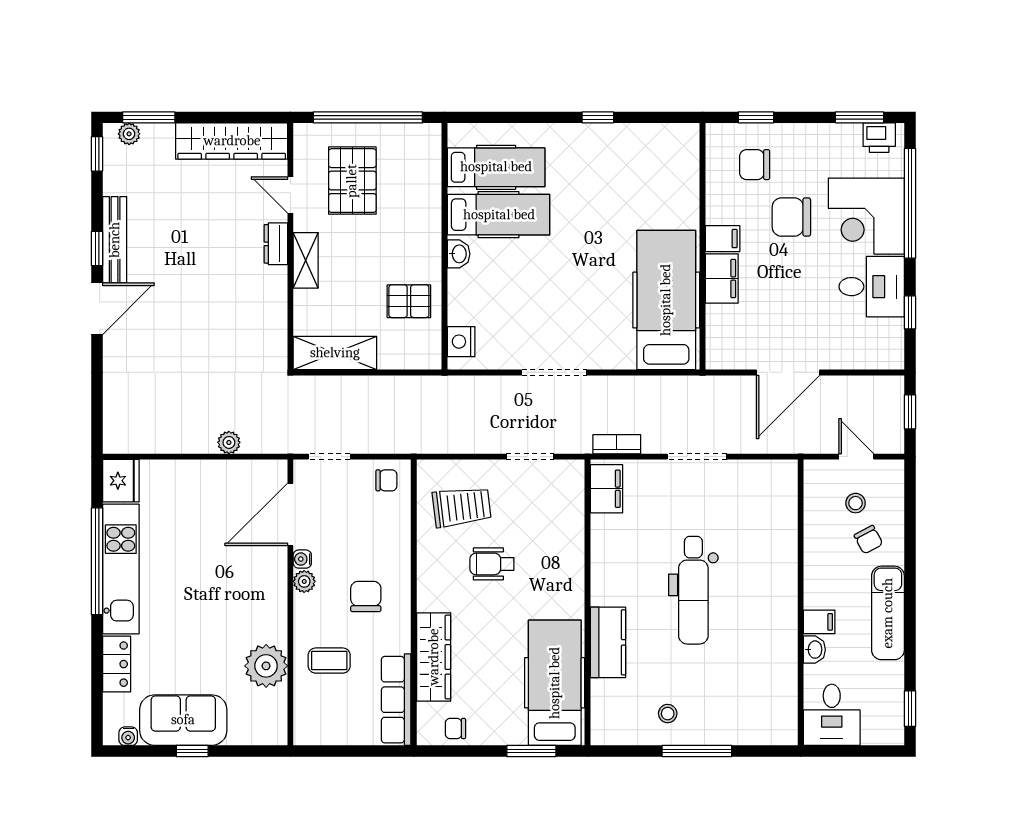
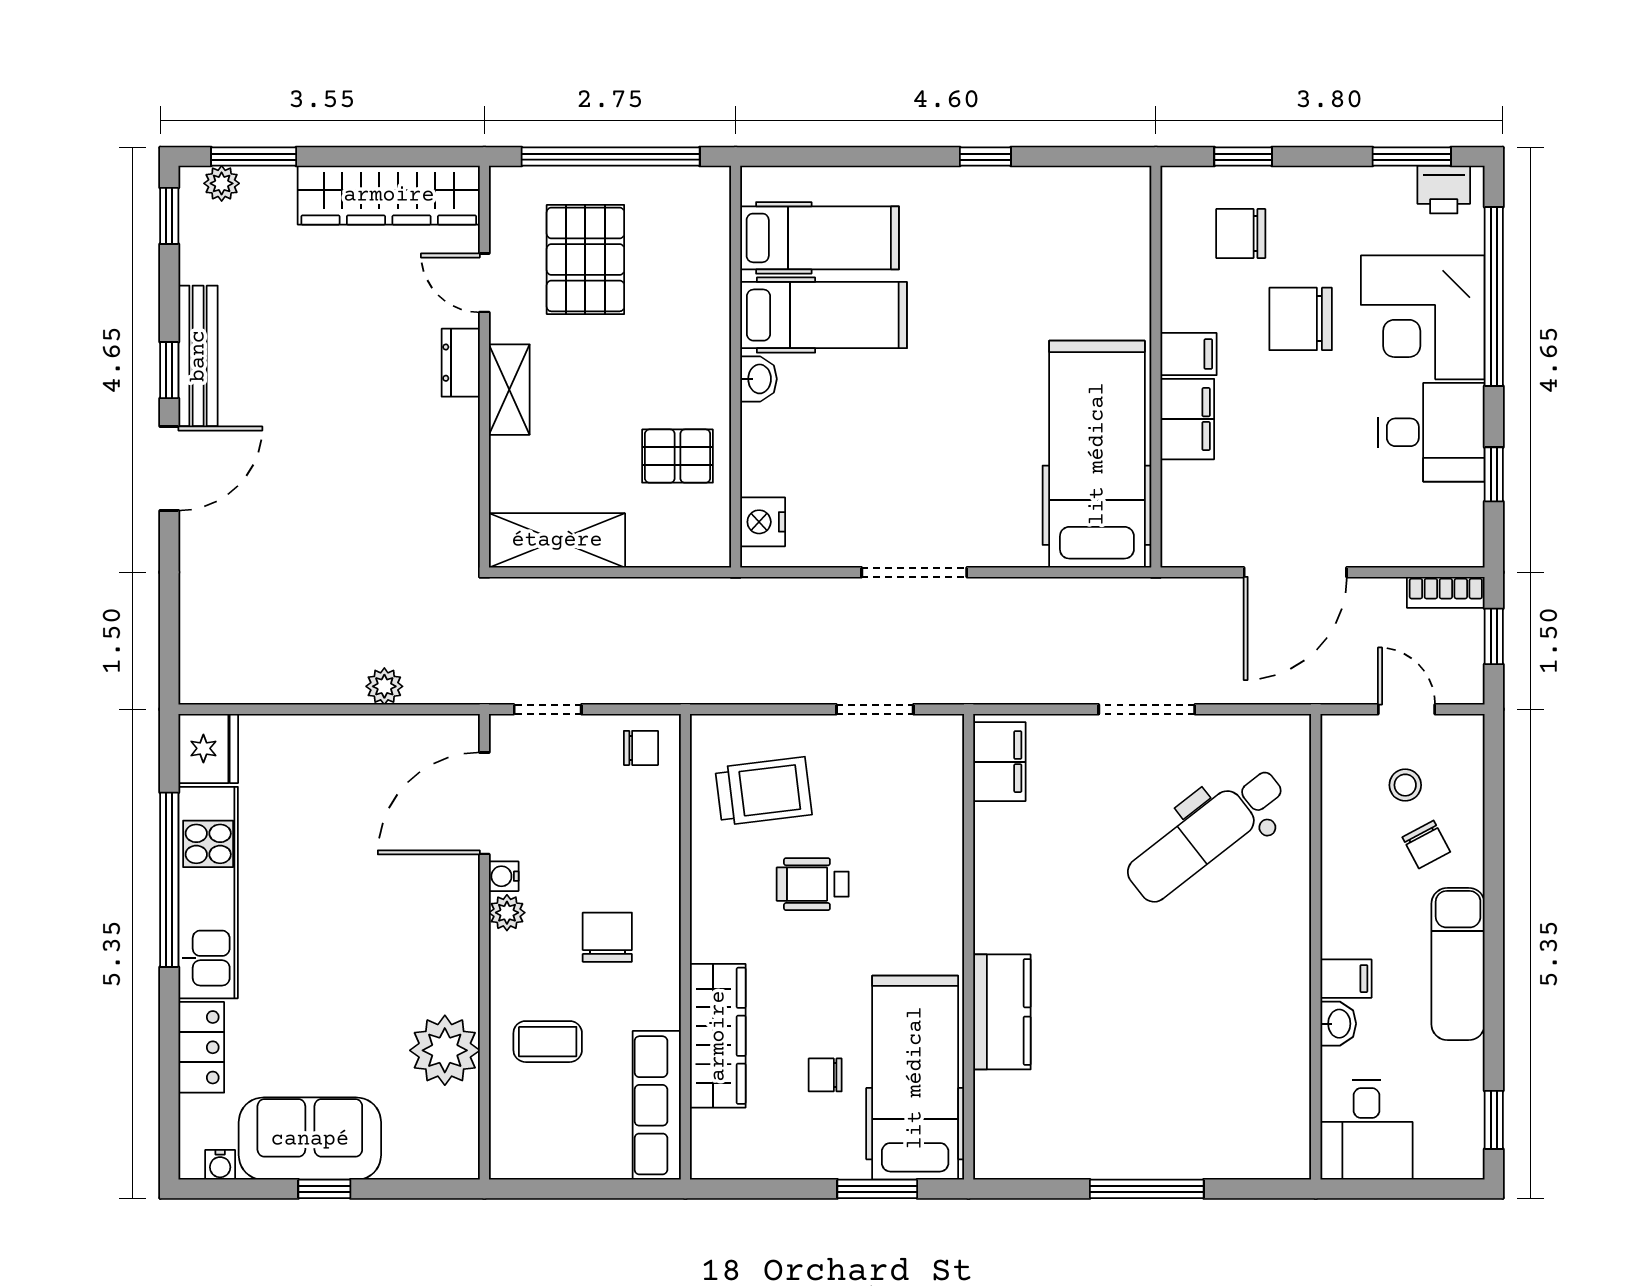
bookcase: (617, 444) -> (1446, 592), moved, turned 180
dental chair: (693, 590) -> (1206, 835), moved, turned 52
stool: (668, 714) -> (1099, 1128), removed
chair: (455, 728) -> (825, 1075), moved

